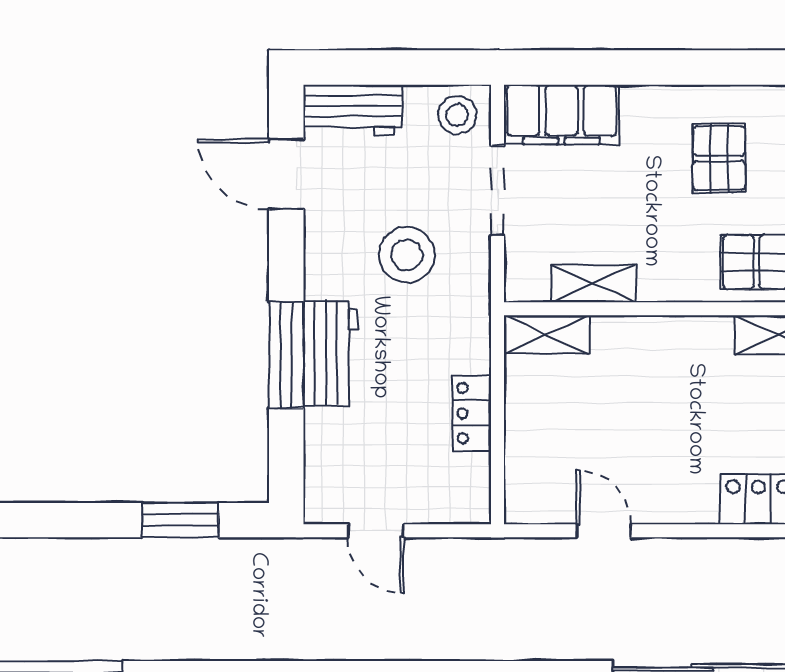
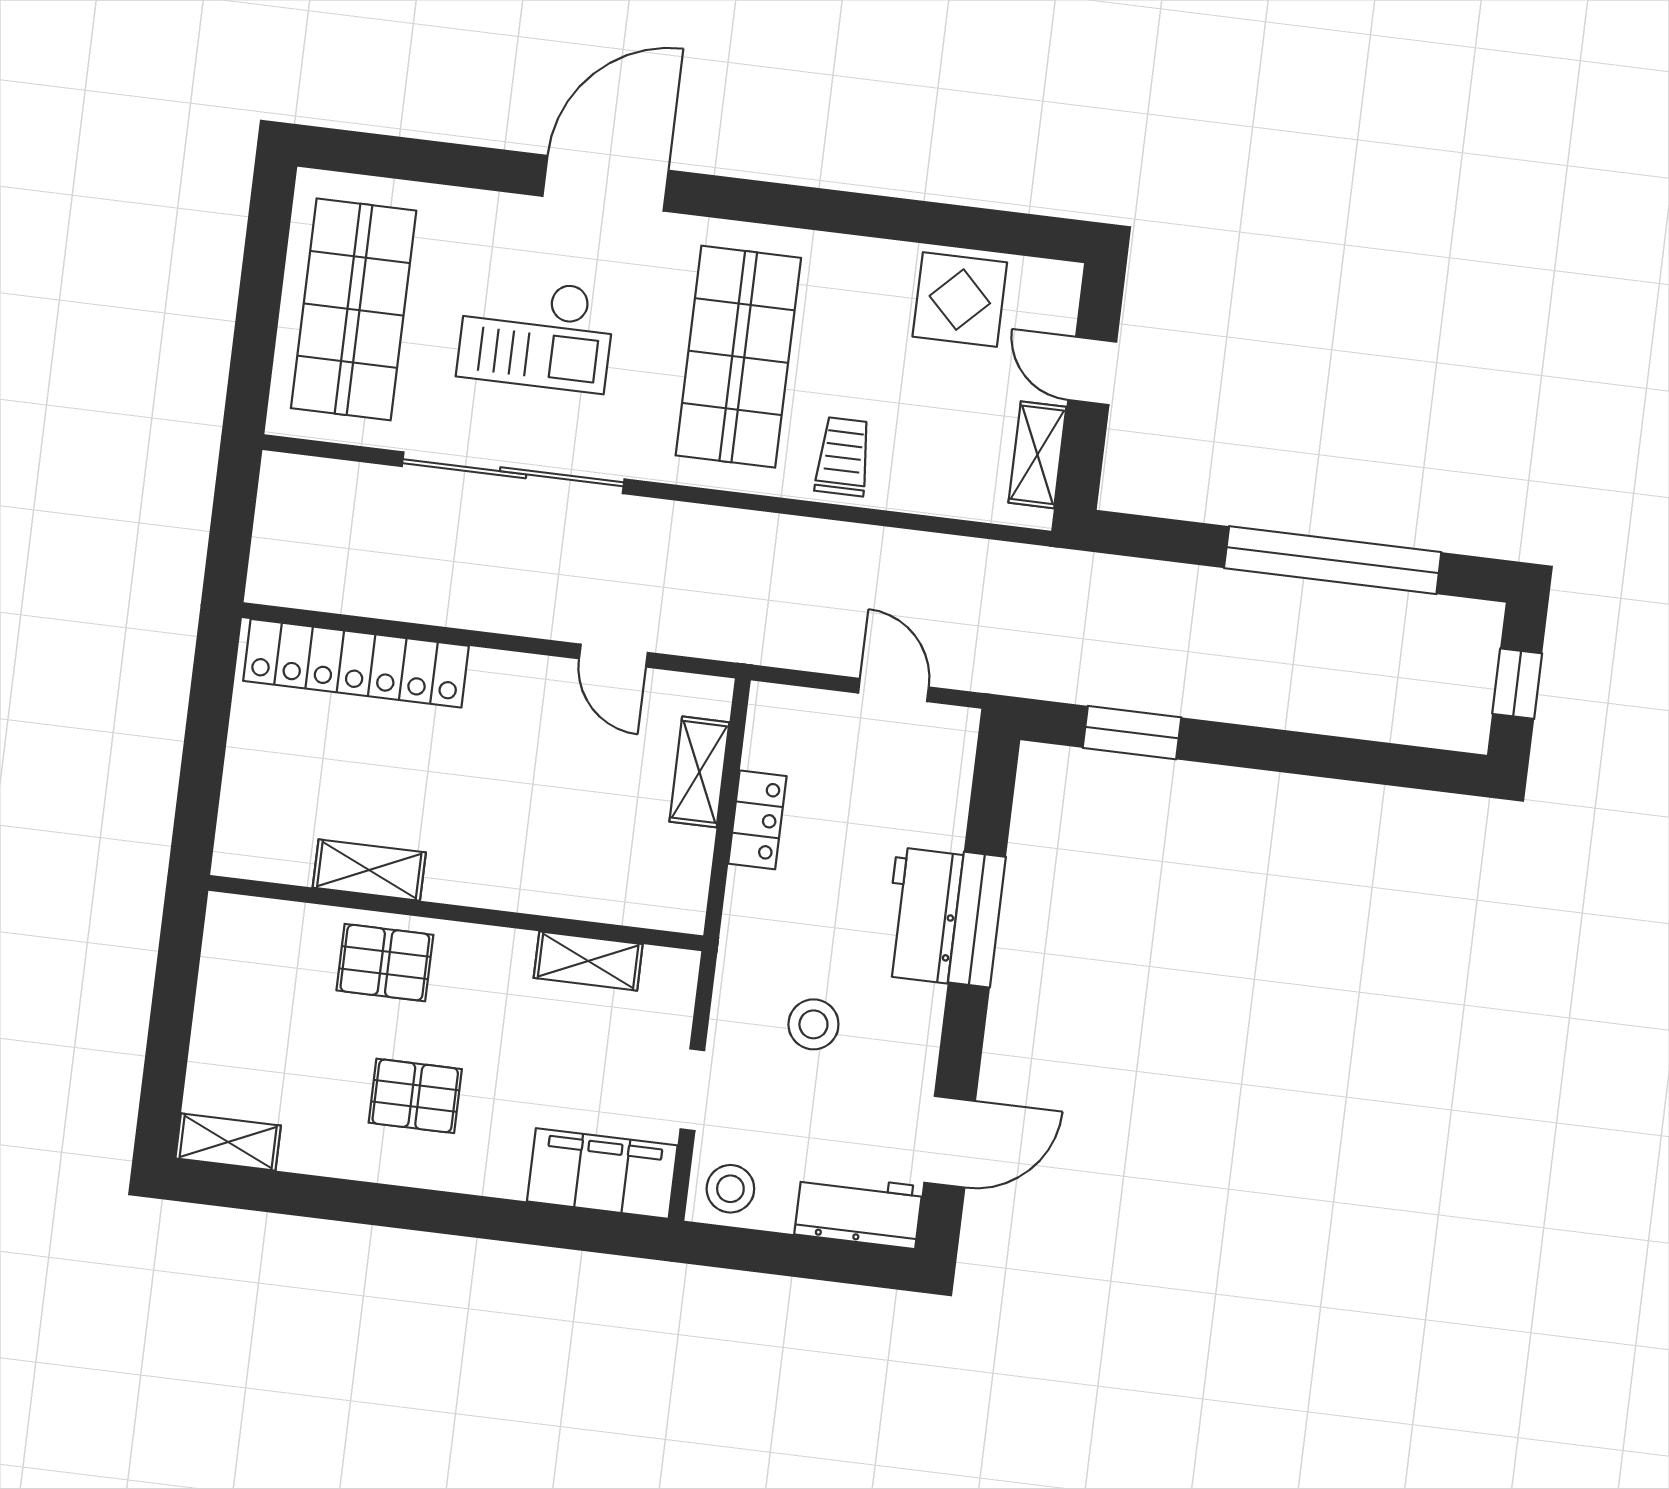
pallet: (719, 158) -> (415, 1096), turned 90
door: (286, 174) -> (950, 1142), hinge flipped
doorway: (498, 191) -> (692, 1090), width x0.73
stool: (407, 255) -> (813, 1024), width x0.73, depth x0.73
shelving: (547, 334) -> (699, 772), moved, turned 90

